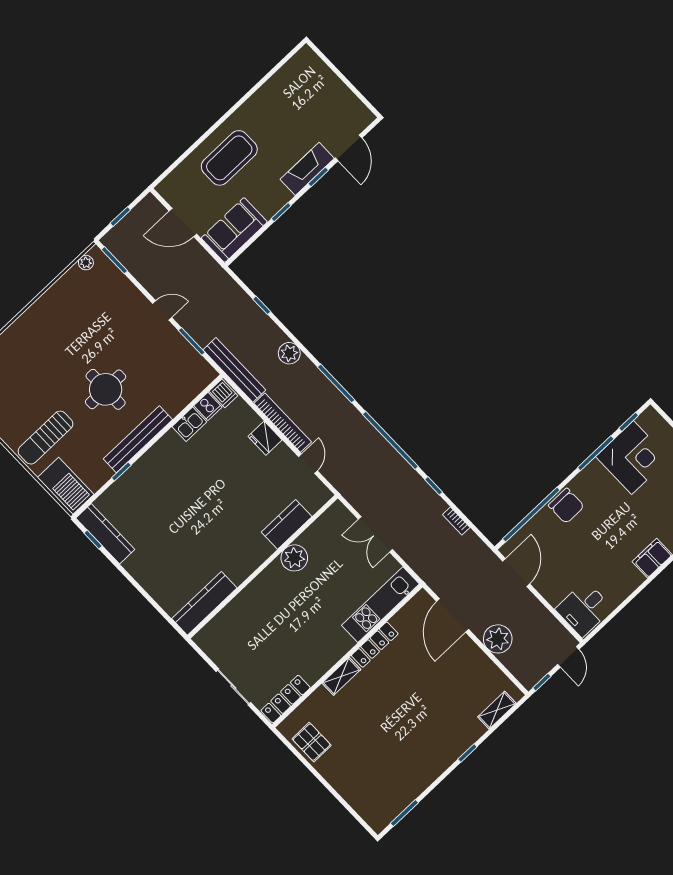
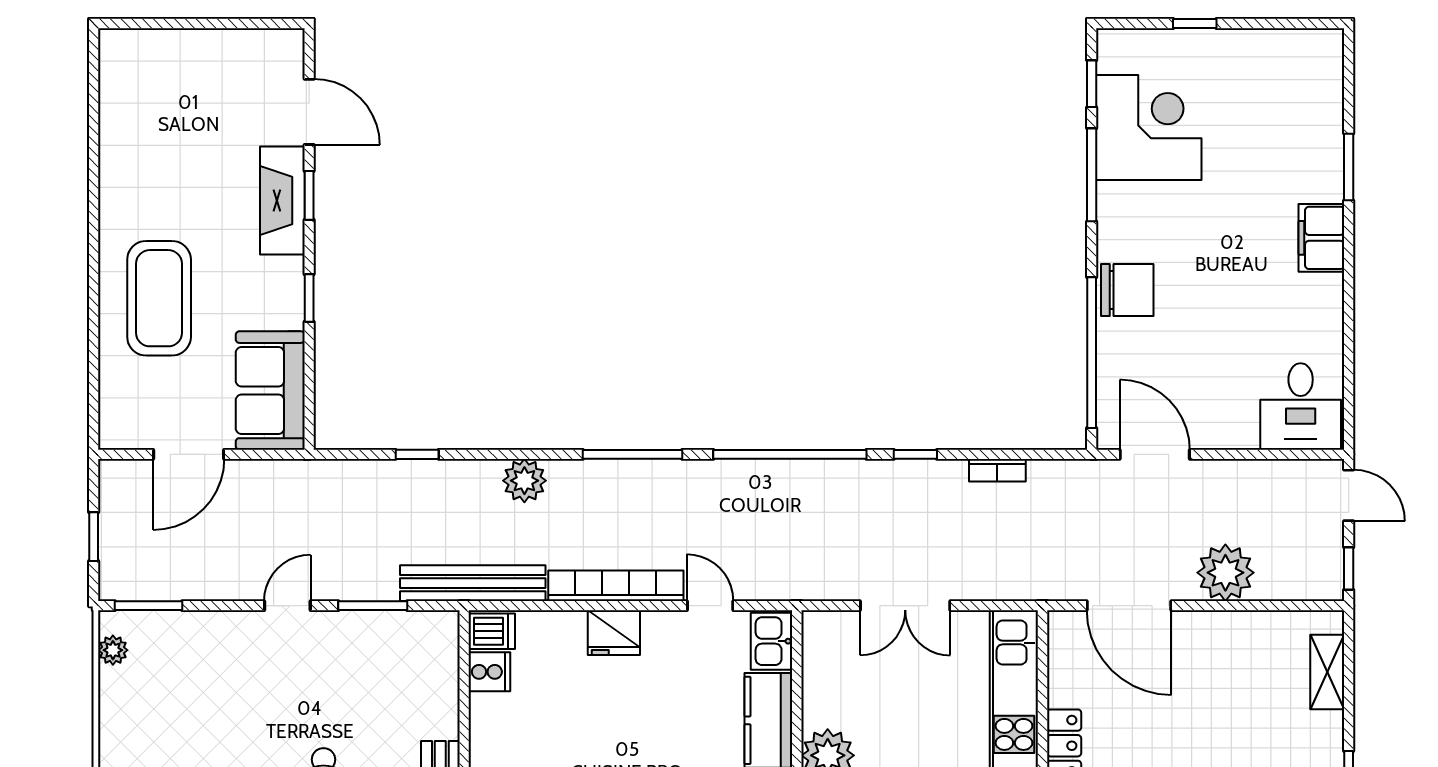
kitchen sink: (189, 424) -> (771, 641), moved, turned 180

